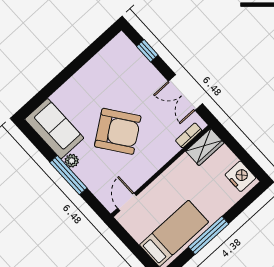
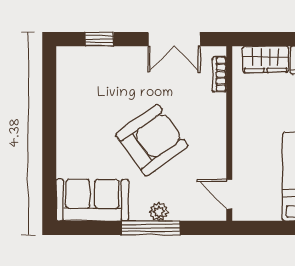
wardrobe: (205, 147) -> (265, 59), moved, turned 90
plant: (72, 161) -> (159, 212), moved

